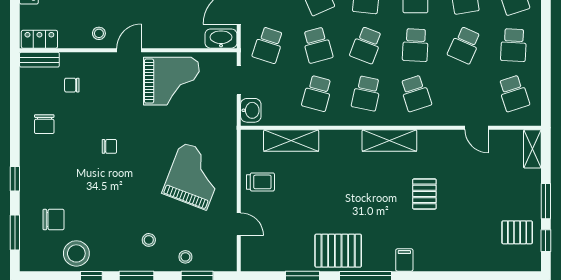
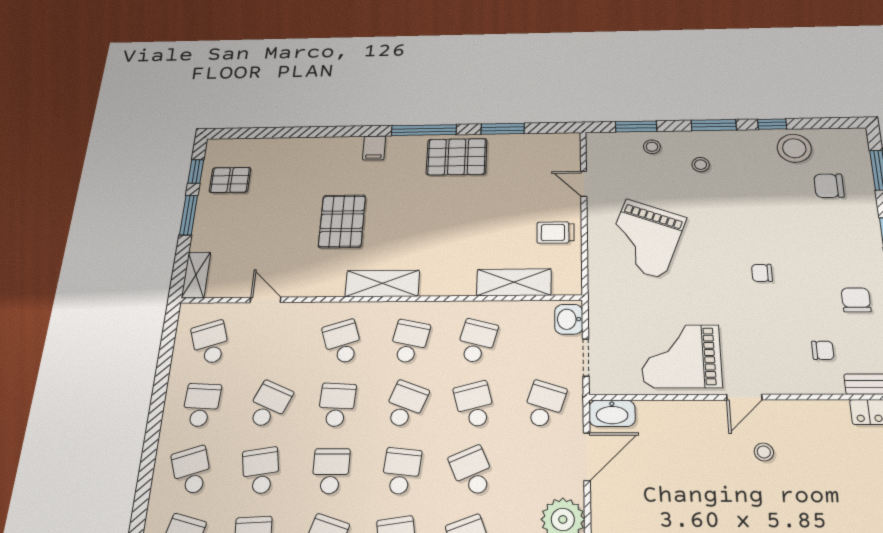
stool: (99, 33) -> (764, 452), moved
pallet: (424, 194) -> (342, 221), width x1.50, depth x1.42

